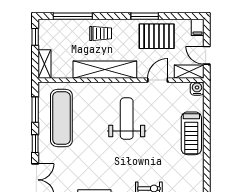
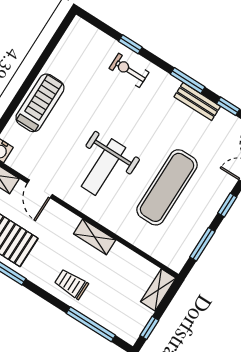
shelving: (105, 70) -> (95, 237), width x0.45, depth x0.75
door: (158, 80) -> (40, 189), hinge flipped
exercise mat: (61, 118) -> (167, 187), moved

